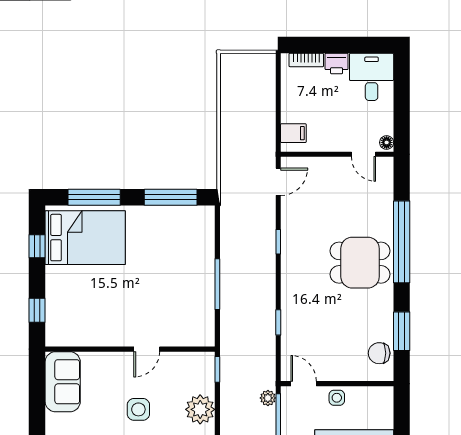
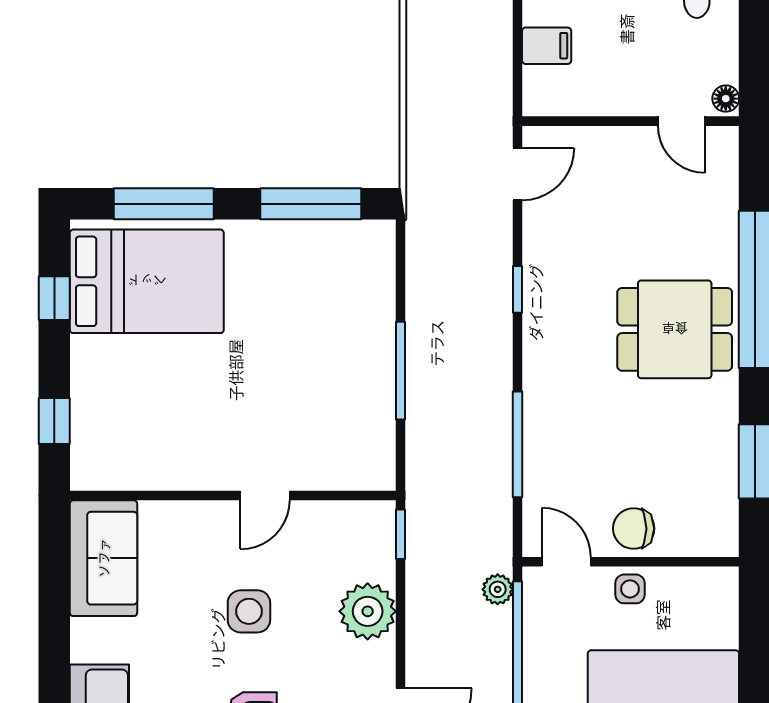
filing cabinet: (293, 133) -> (547, 46), moved
window: (278, 322) -> (518, 444), width x2.17
chair: (379, 353) -> (634, 529), moved

